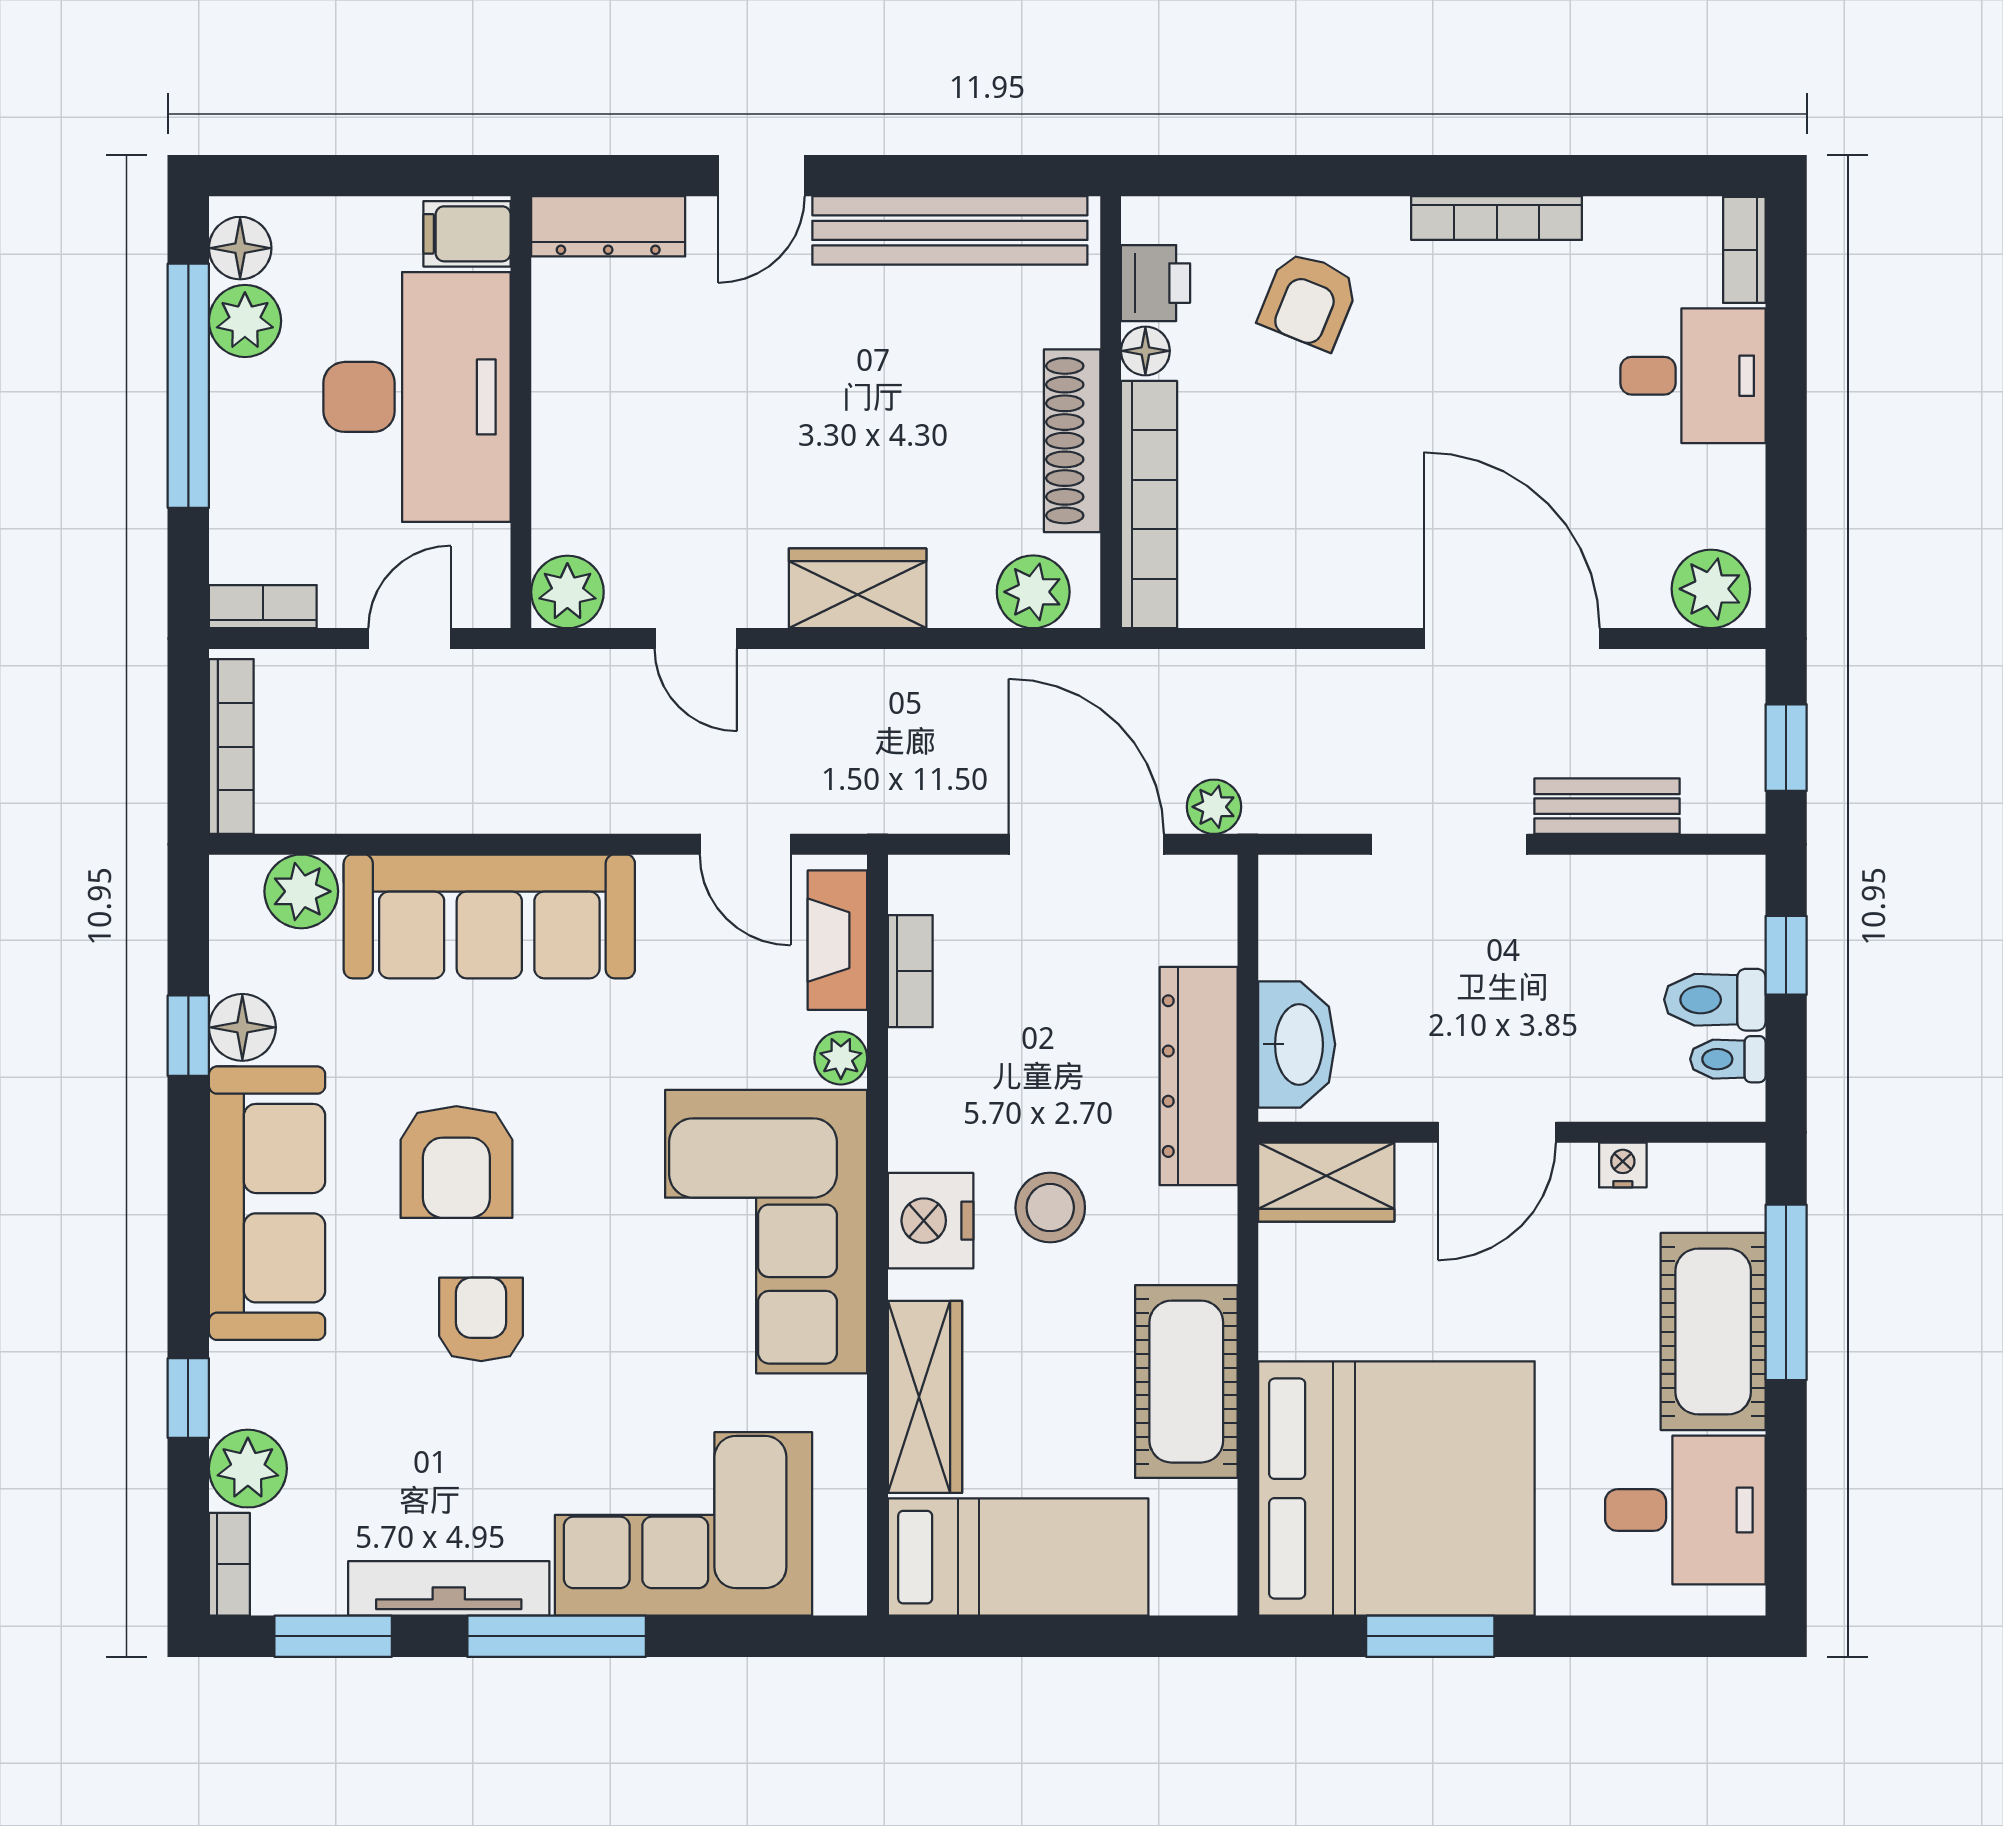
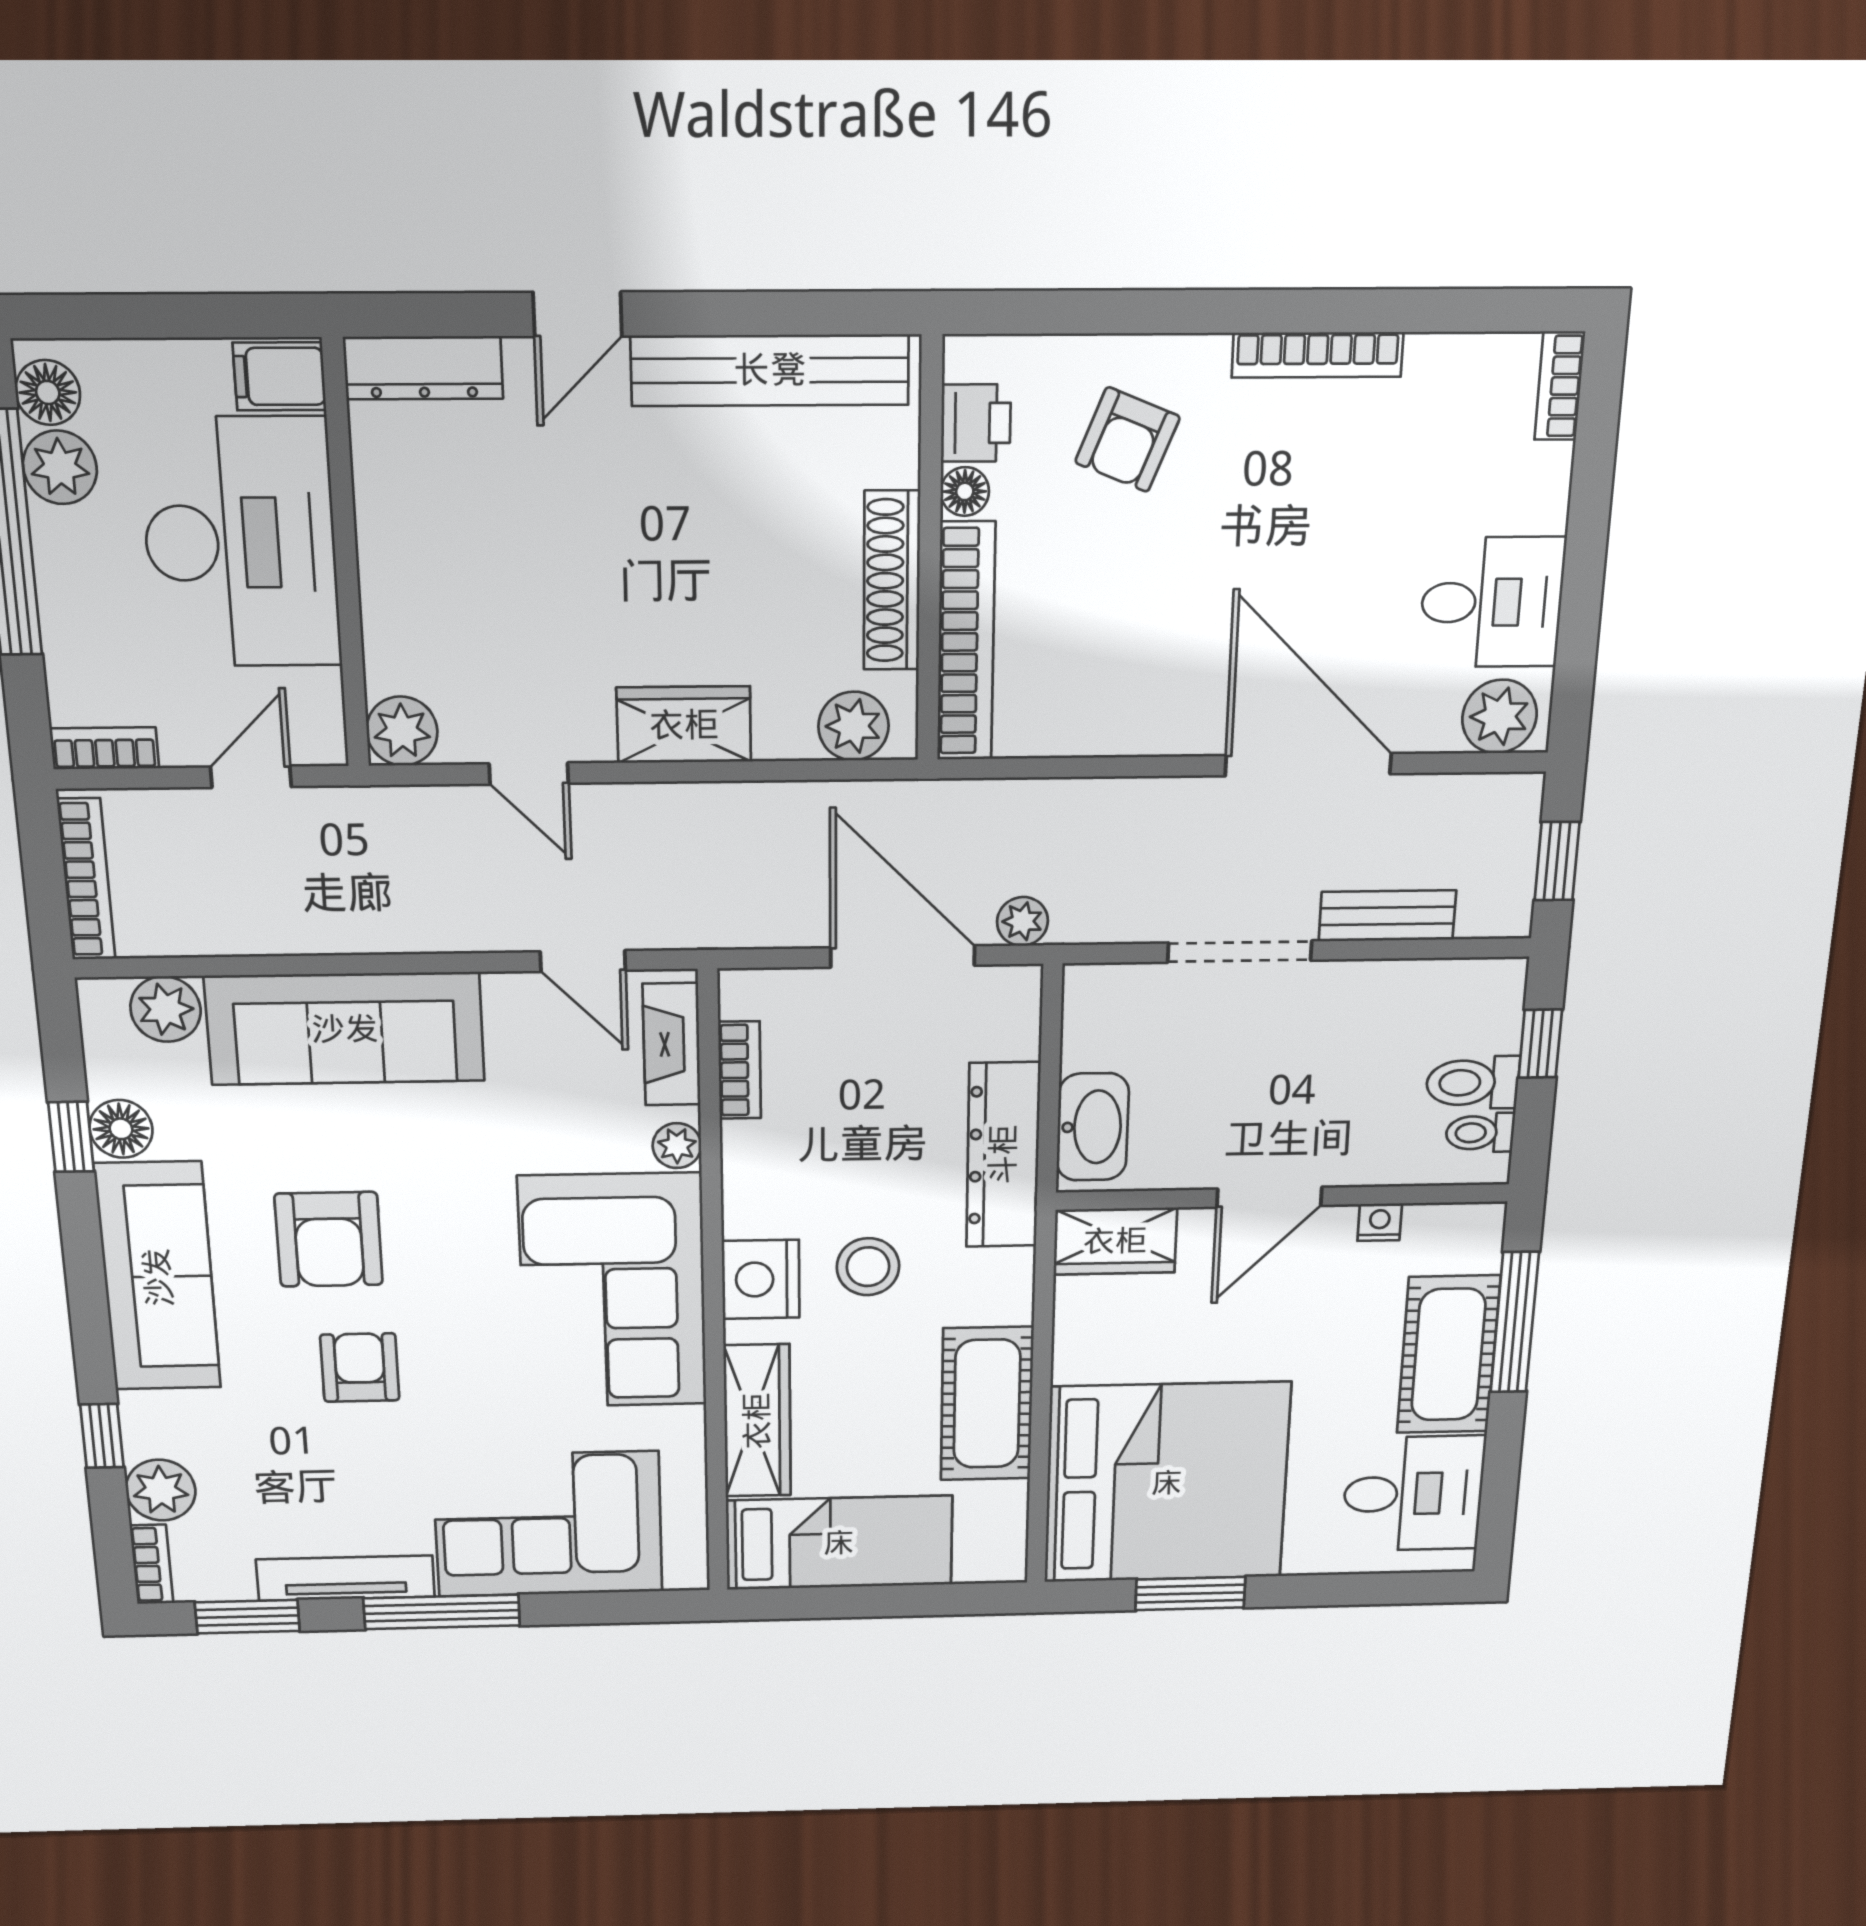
desk: (1693, 376) -> (1492, 602), moved

